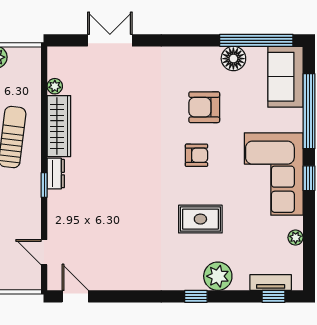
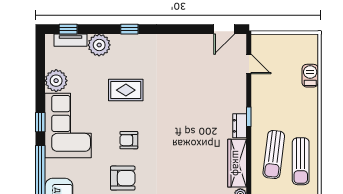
plant: (296, 238) -> (56, 81), width x1.87, depth x1.87
plant: (218, 276) -> (99, 45), moved
door: (75, 296) -> (224, 29), hinge flipped

